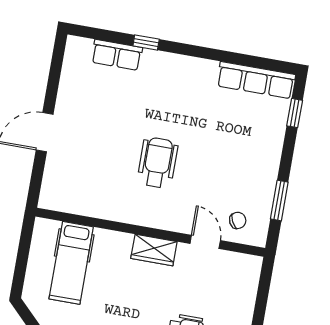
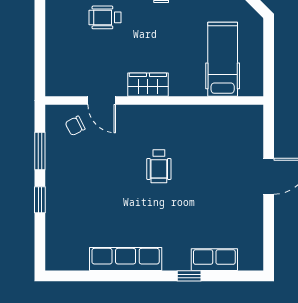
row of seats: (256, 80) -> (126, 259), moved
window: (295, 113) -> (40, 200), moved
wheelchair: (158, 163) -> (159, 166), width x0.73, depth x0.73

